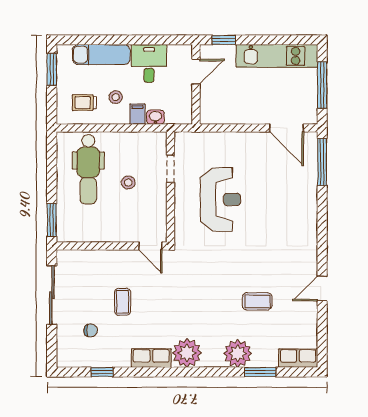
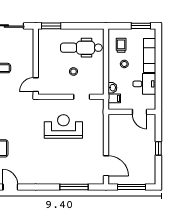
window: (224, 40) -> (158, 148), moved
kitchen unit: (277, 56) -> (149, 160), removed
filing cabinet: (137, 114) -> (114, 98), moved
door: (287, 128) -> (106, 166), swing flipped
window: (322, 162) -> (74, 187), moved
reception desk: (220, 199) -> (63, 126), turned 180

